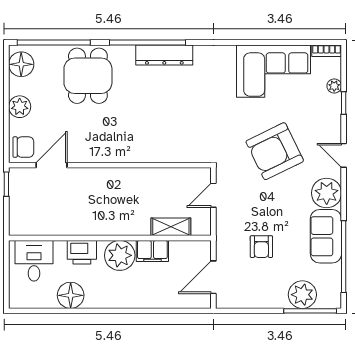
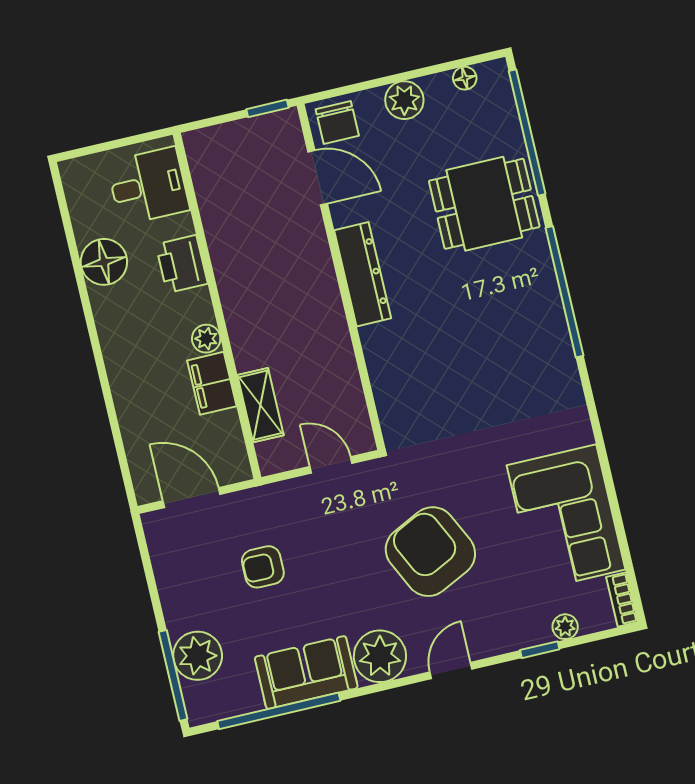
dresser: (164, 55) -> (363, 274), moved, turned 180
floor lamp: (21, 64) -> (465, 78), width x0.53, depth x0.53
plant: (120, 255) -> (206, 339), width x0.53, depth x0.53

